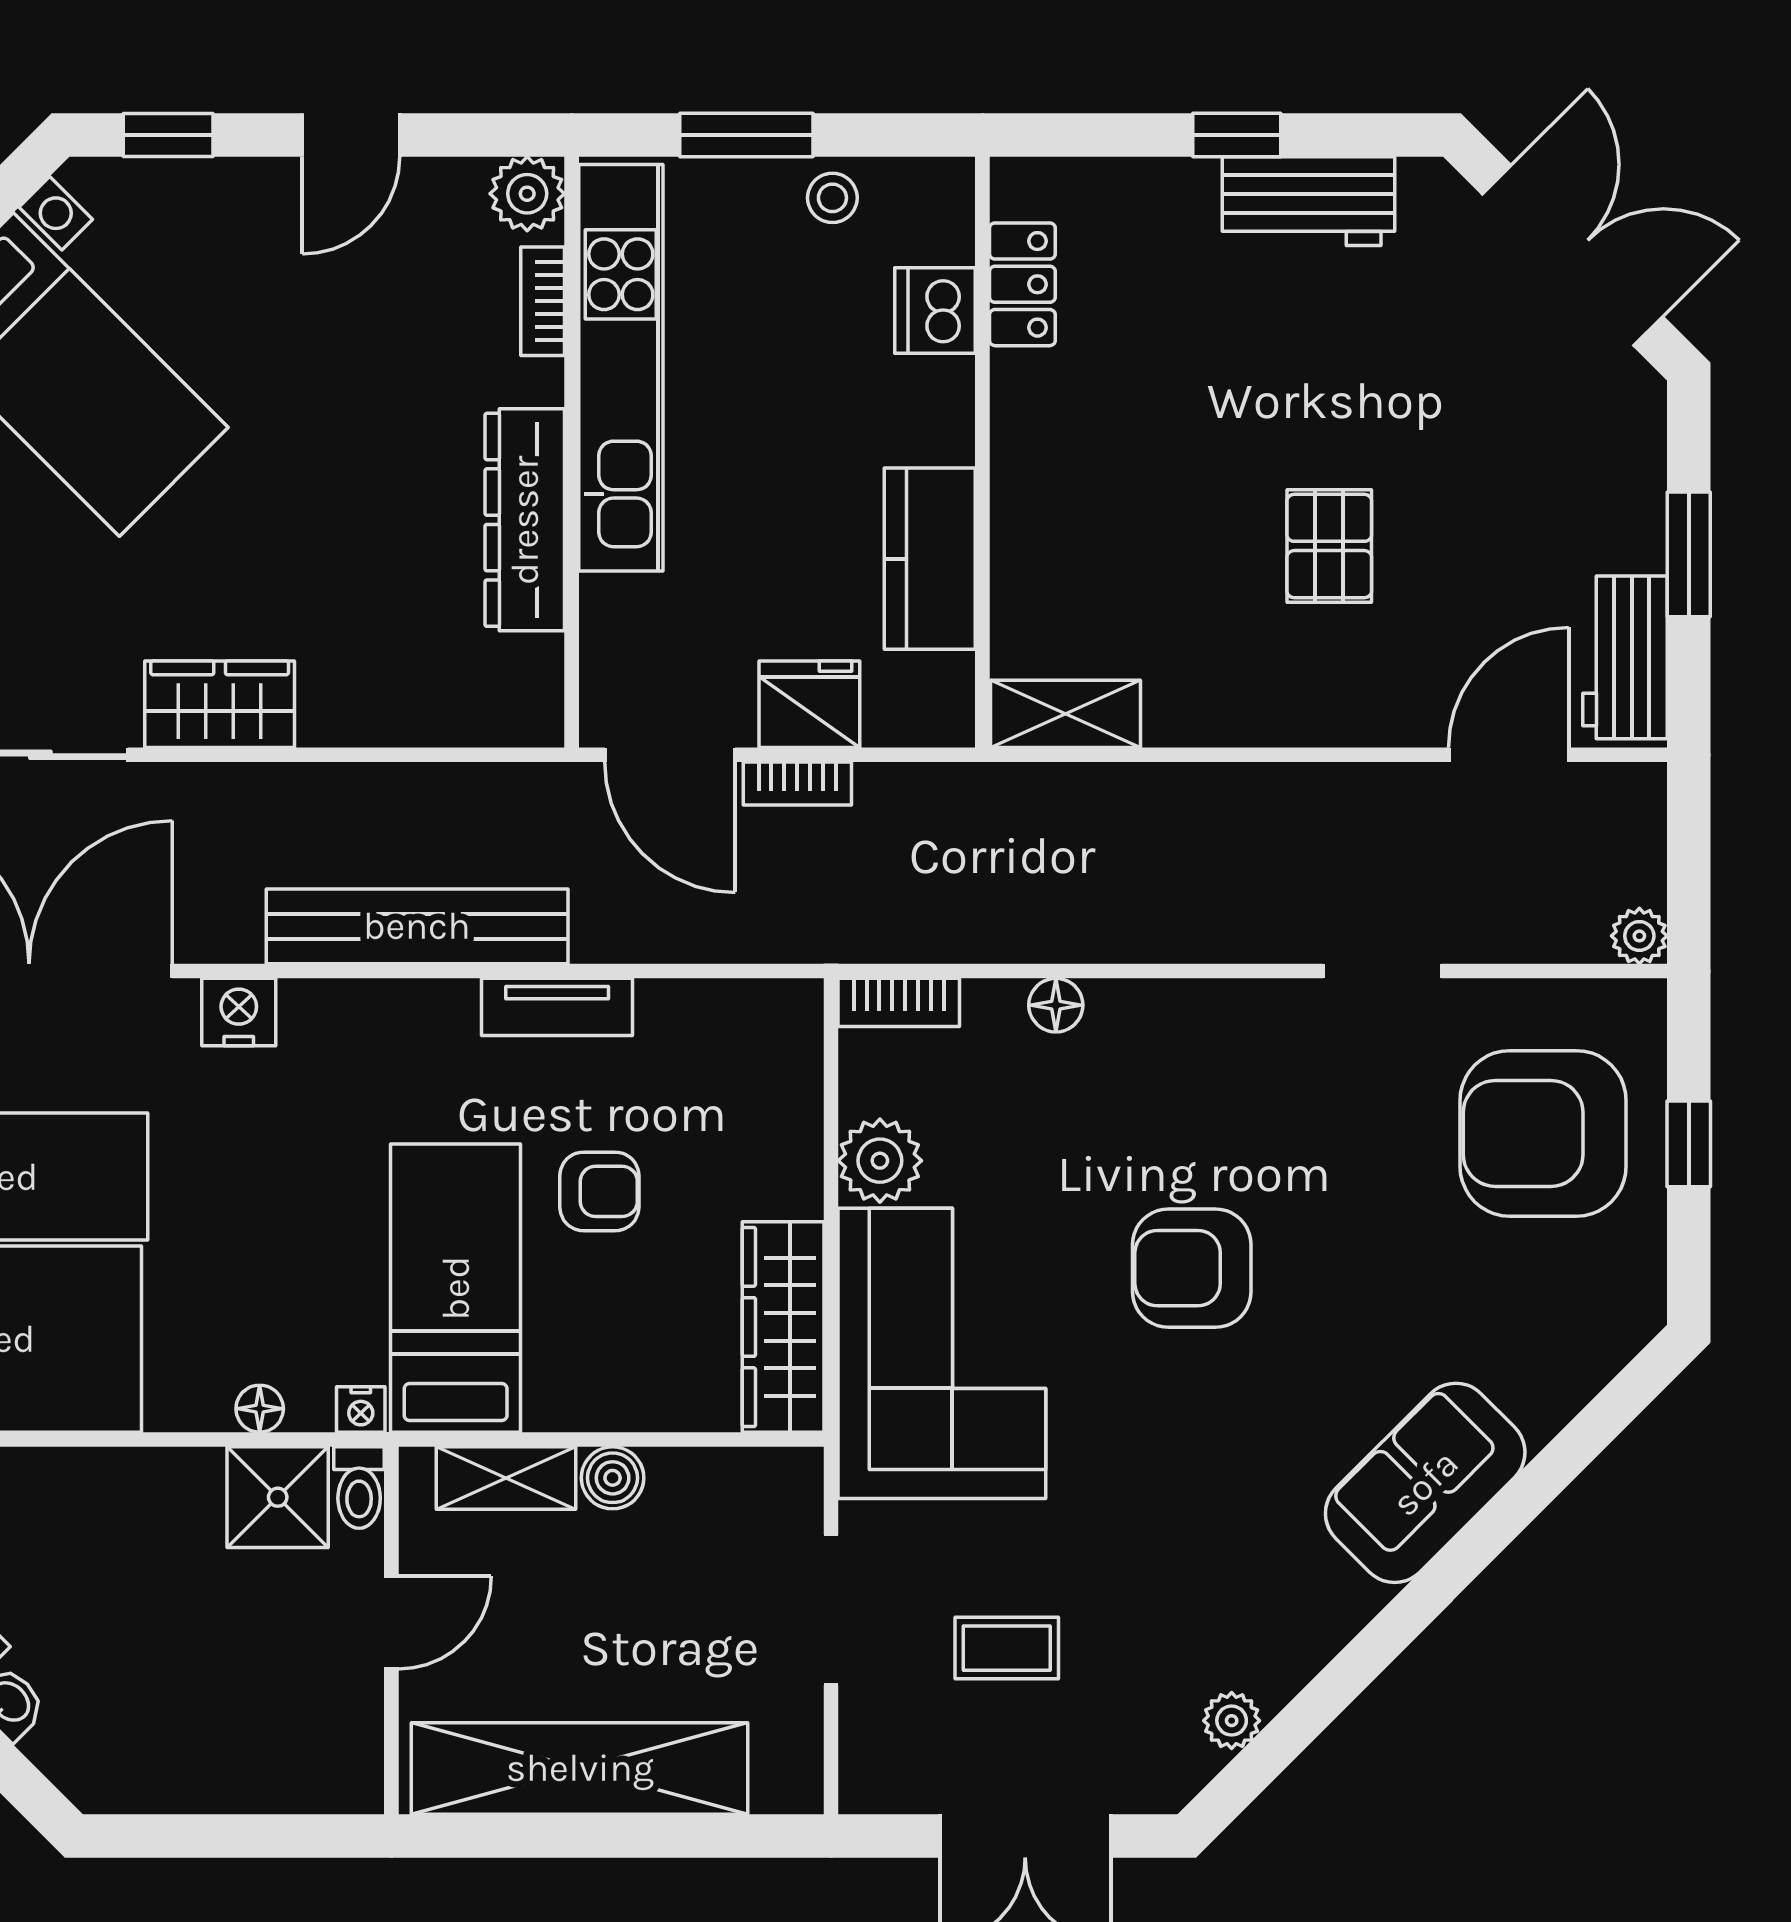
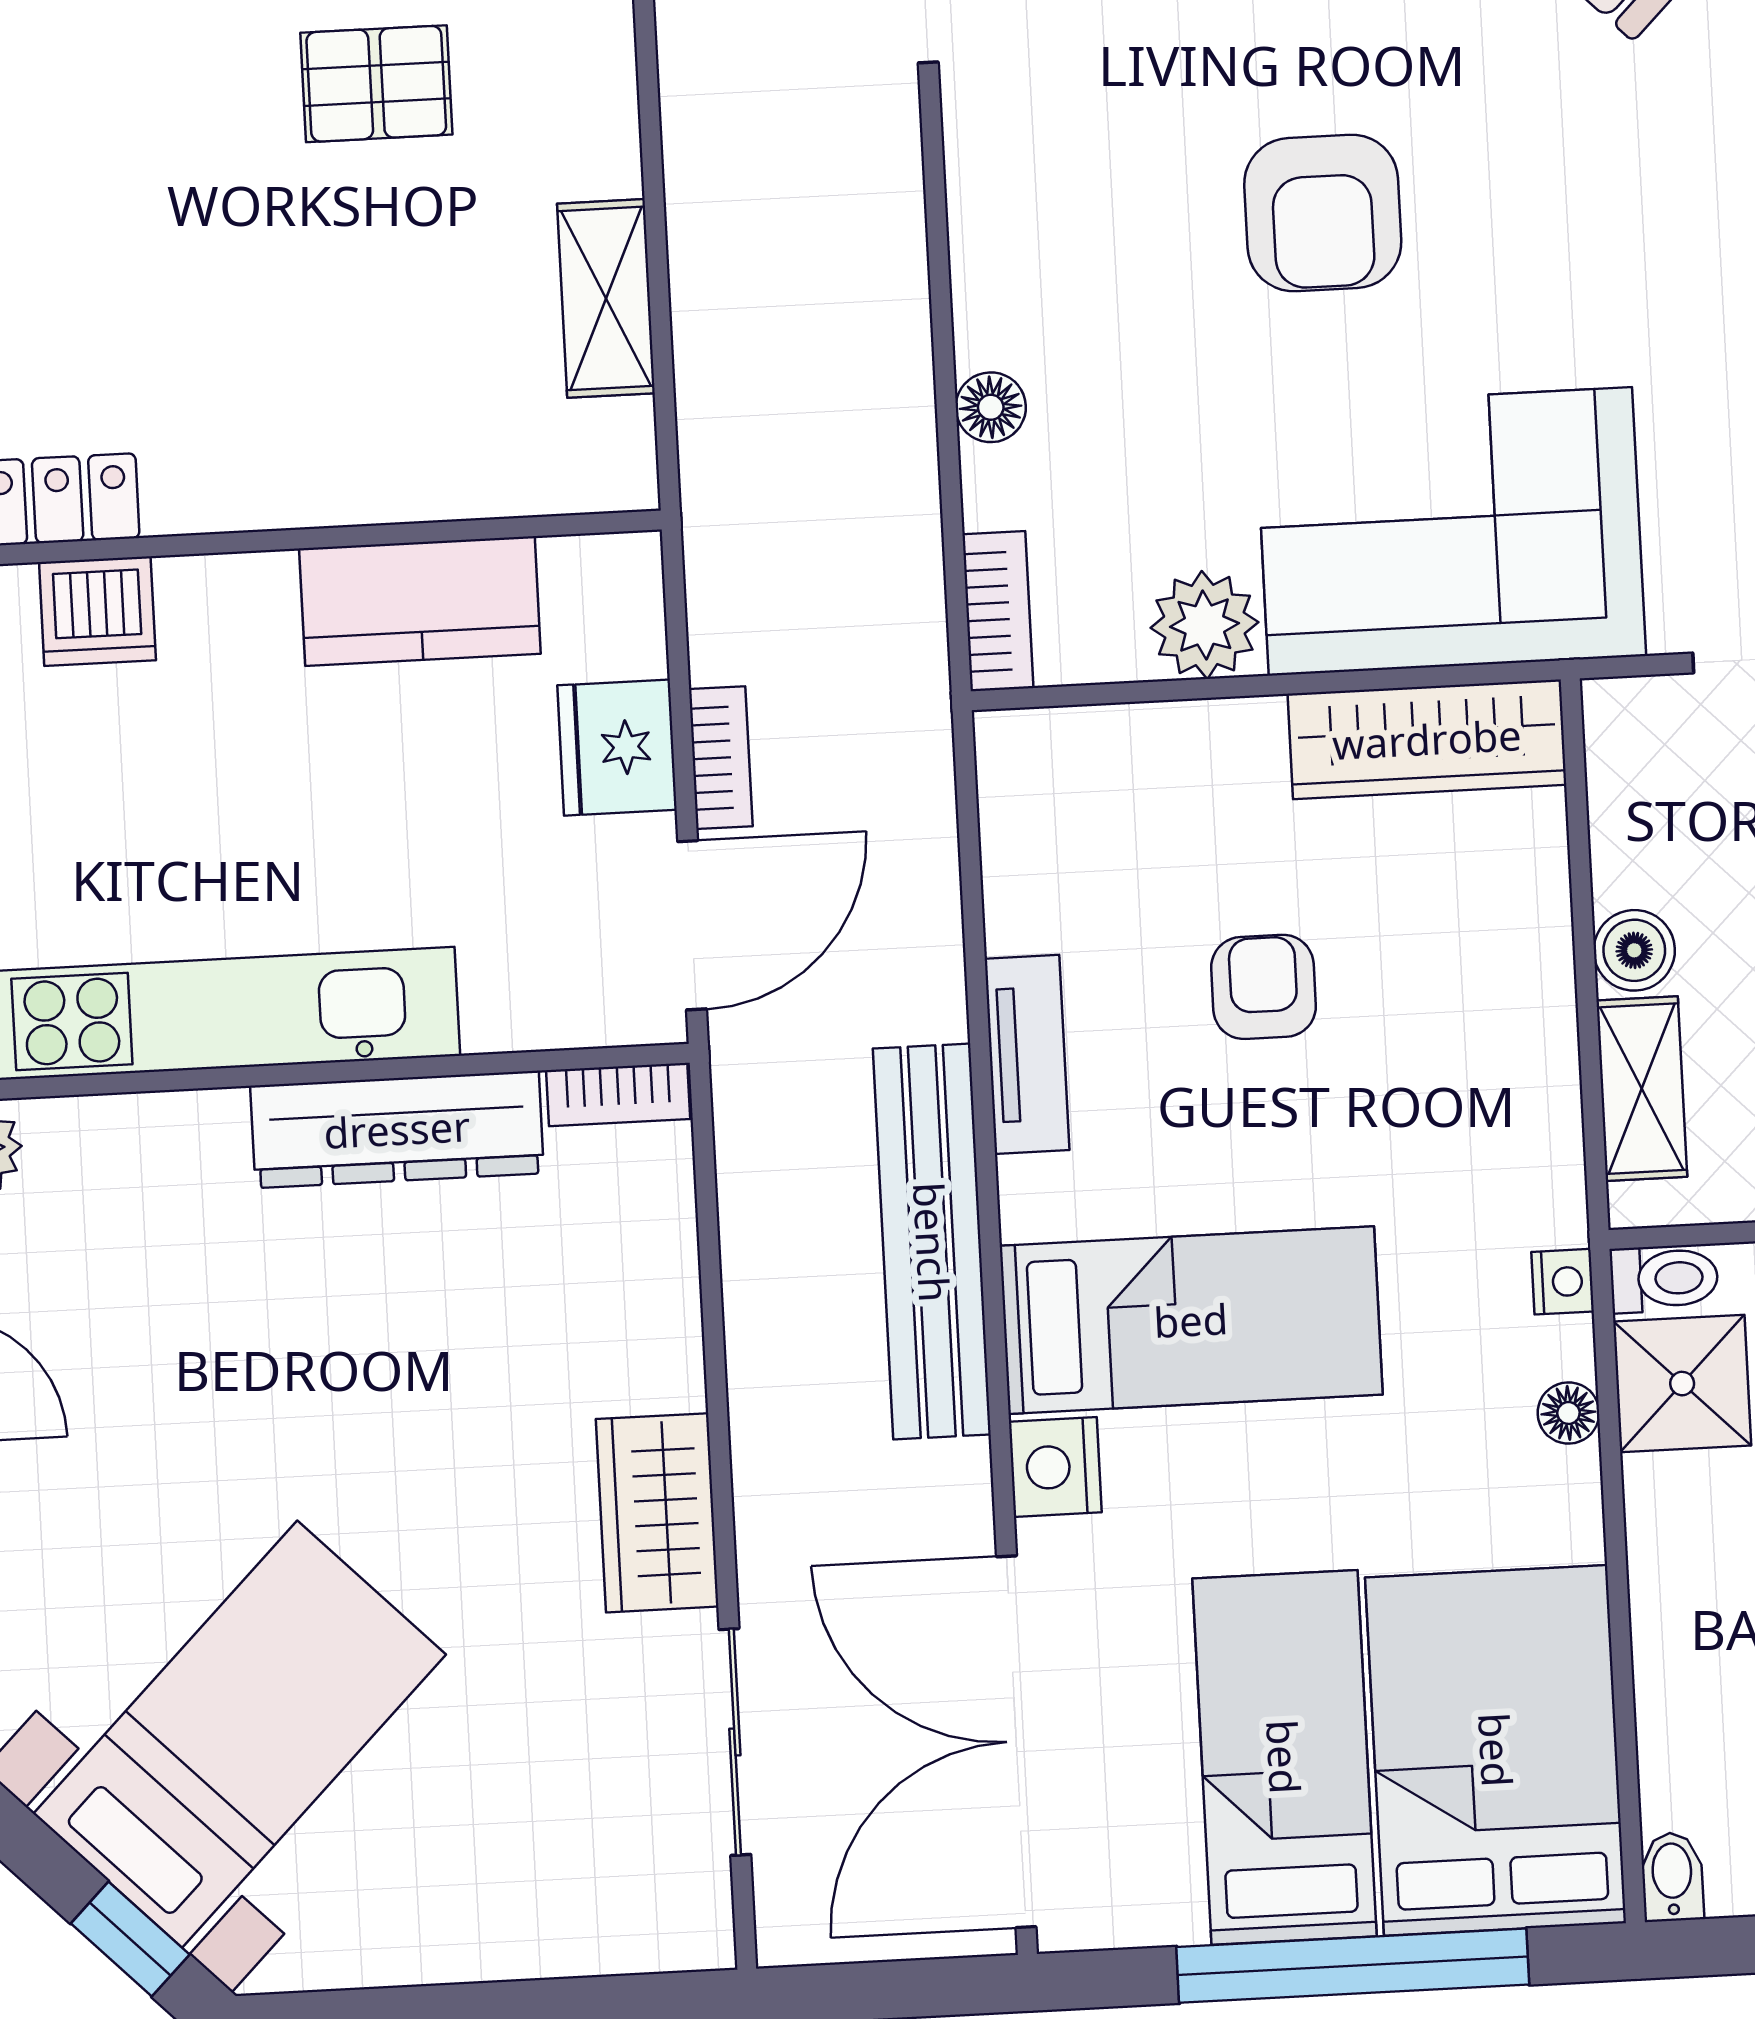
bookcase: (543, 301) -> (618, 1095), moved
shelving: (1066, 714) -> (606, 298), moved
bed: (456, 1288) -> (1191, 1320), moved, turned 180

